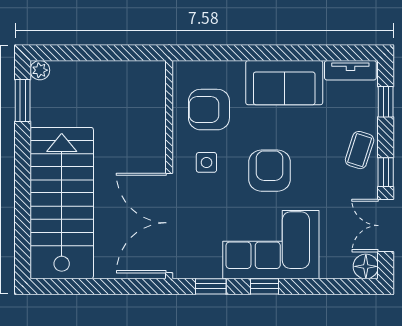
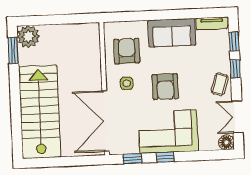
plant: (40, 70) -> (28, 37), width x1.88, depth x1.88
armchair: (209, 110) -> (127, 51), turned 90
coffee table: (360, 150) -> (220, 84), moved
armchair: (270, 171) -> (165, 87), turned 180
window: (386, 172) -> (235, 69), moved

